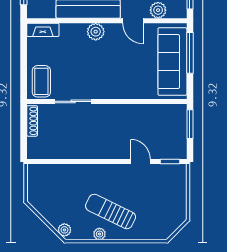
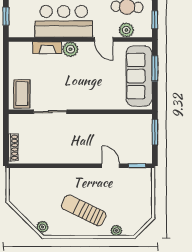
fireplace: (43, 30) -> (47, 48), moved
window: (190, 53) -> (155, 68), width x0.69
shoe rack: (32, 121) -> (13, 147), moved
plant: (99, 234) -> (116, 231), moved

